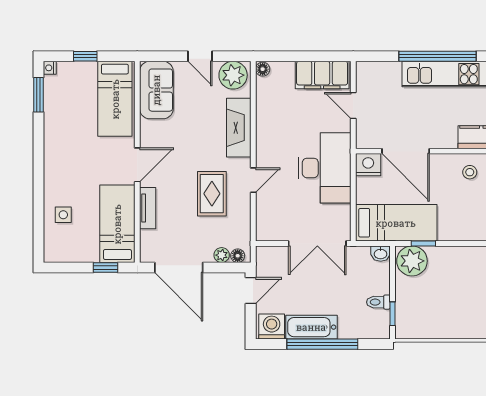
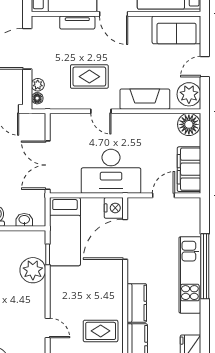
floor lamp: (263, 69) -> (189, 124), width x1.89, depth x1.89
stool: (470, 172) -> (107, 293), removed
washbasin: (381, 254) -> (24, 220), moved, turned 90
plant: (412, 261) -> (33, 270), moved

